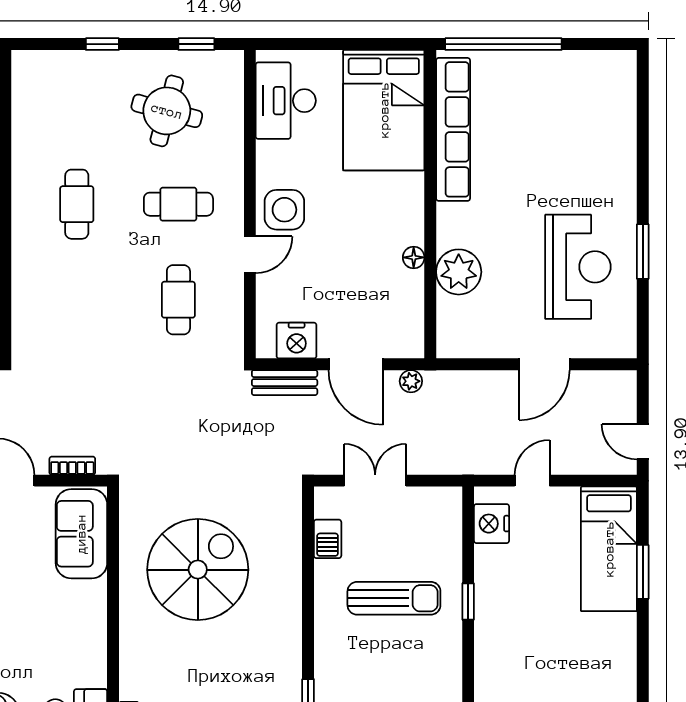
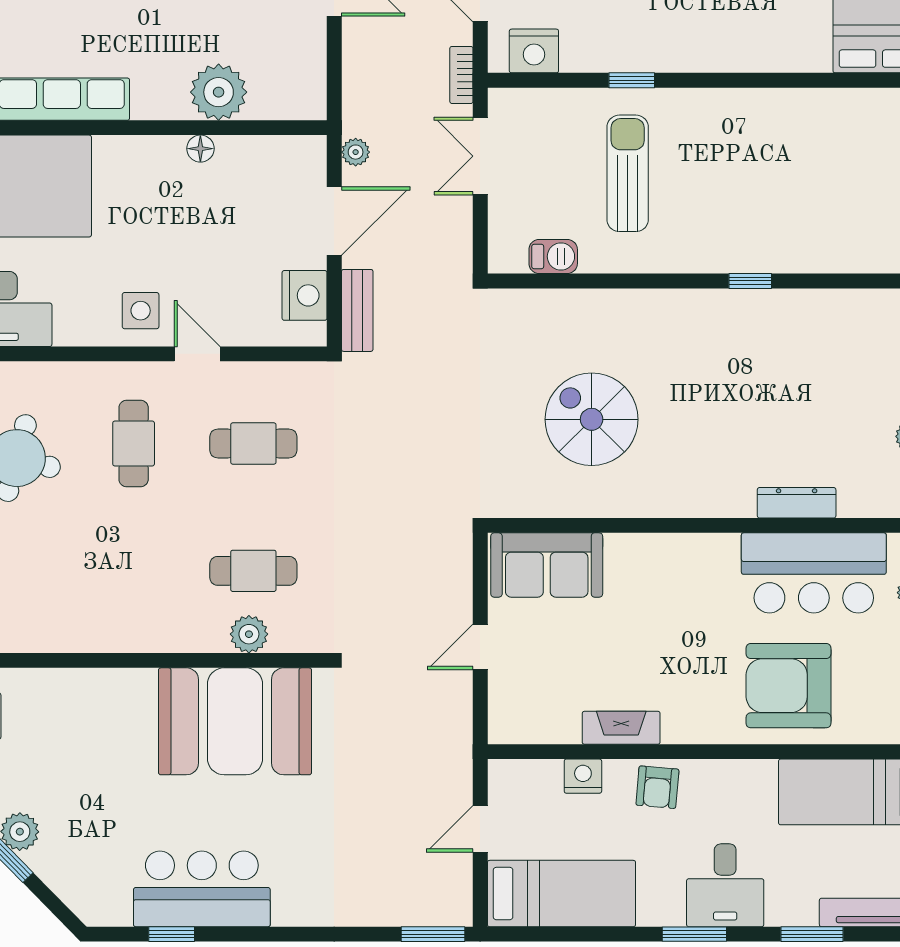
cafe table: (77, 204) -> (253, 571), moved
side table: (284, 210) -> (141, 311), width x0.73, depth x0.73
plant: (26, 296) -> (249, 634), added
bookcase: (72, 466) -> (461, 75), moved
double door: (375, 481) -> (480, 156), moved
spiral stairs: (198, 570) -> (592, 419), width x0.73, depth x0.73

